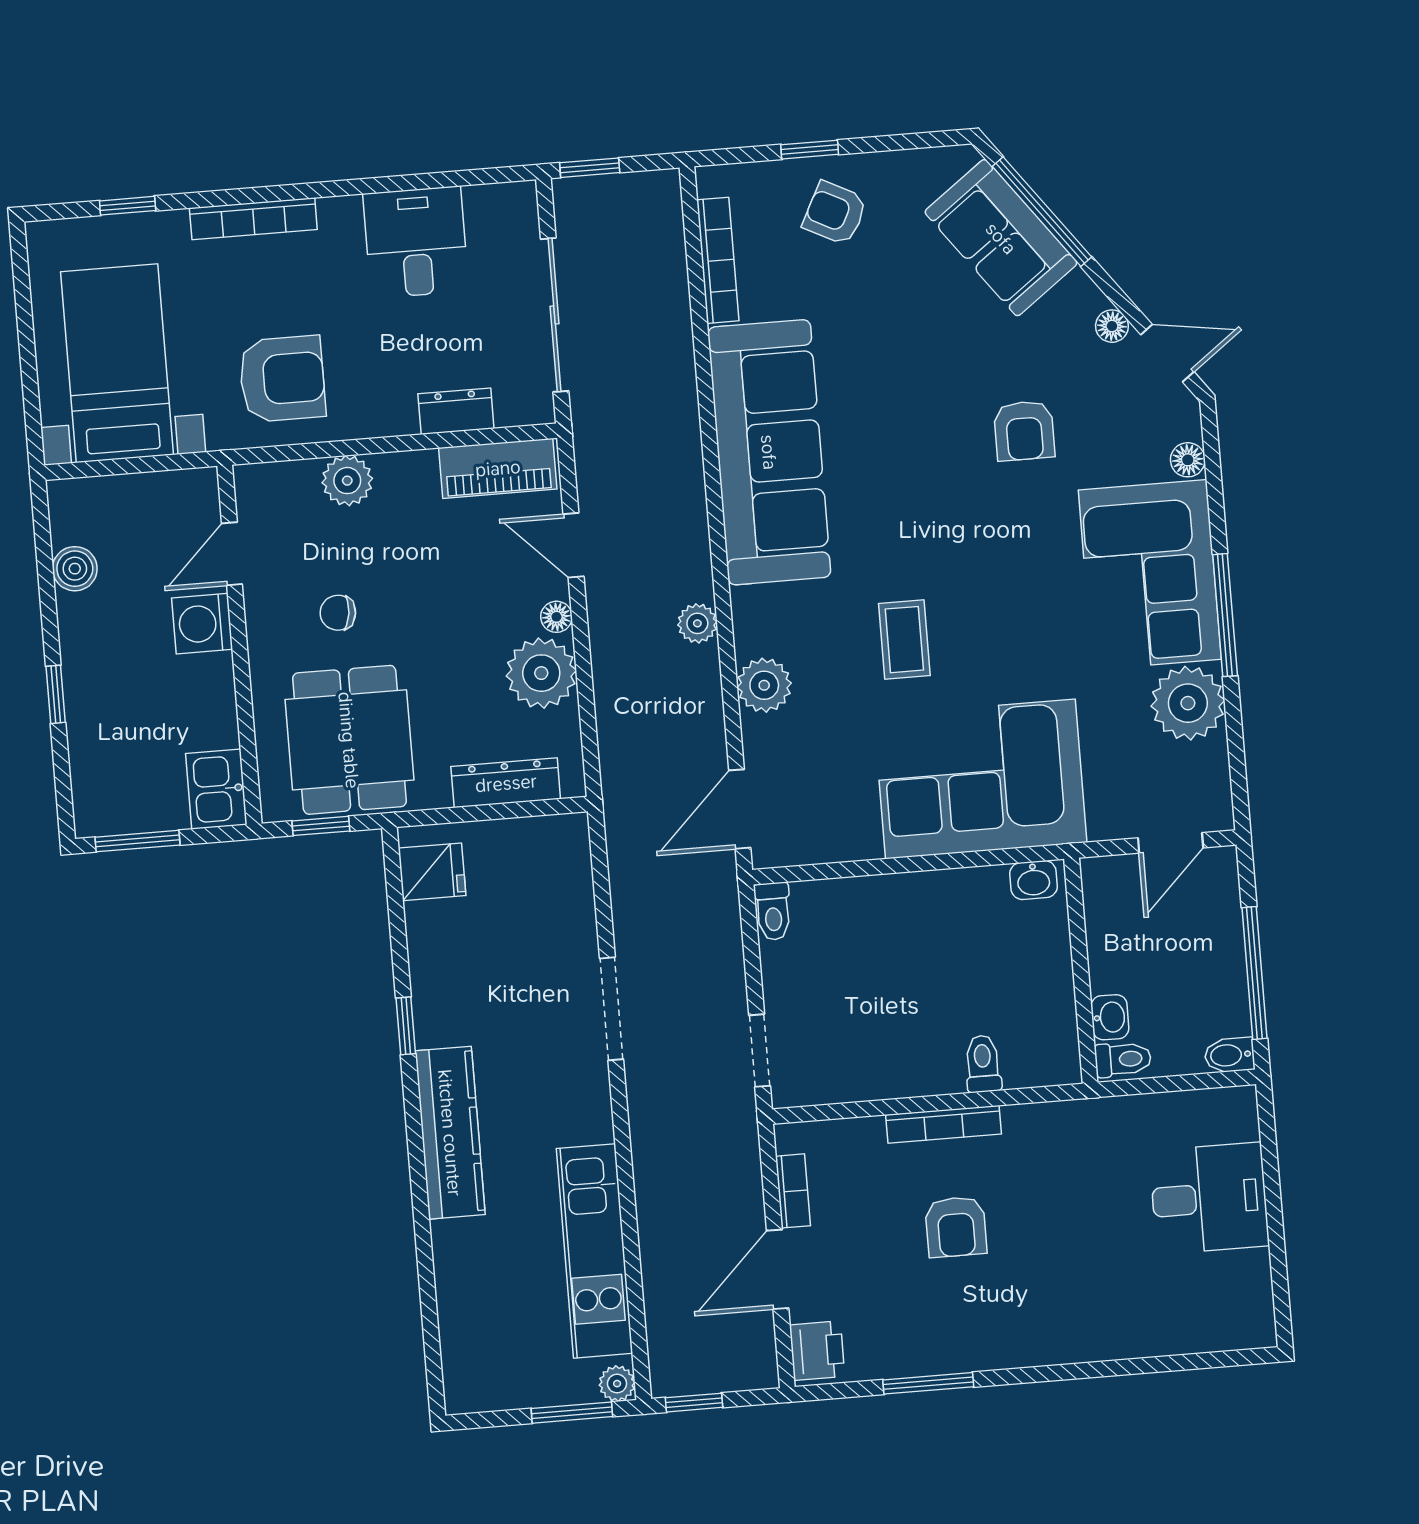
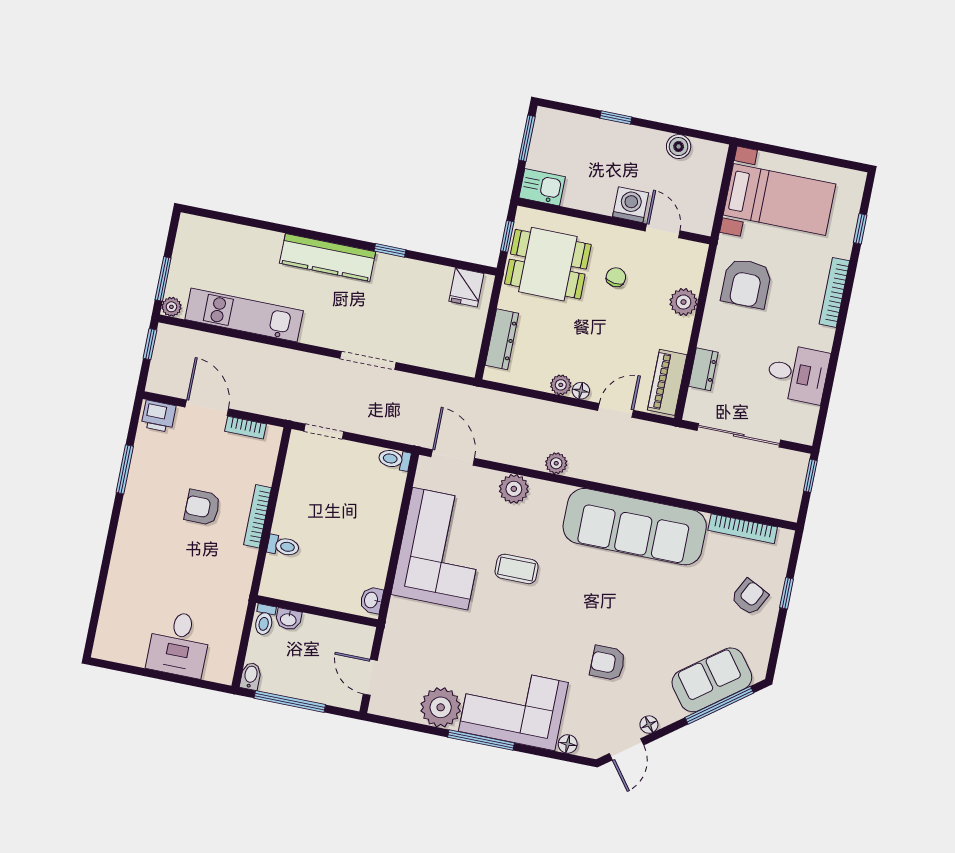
plant: (541, 673) -> (561, 385), width x0.53, depth x0.53
corner sofa: (980, 779) -> (440, 549), moved

